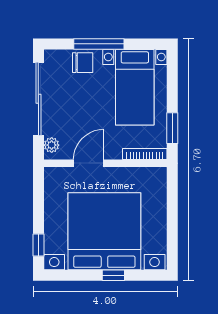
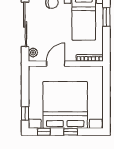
window: (172, 128) -> (106, 17), moved
window: (69, 275) -> (44, 132), added

